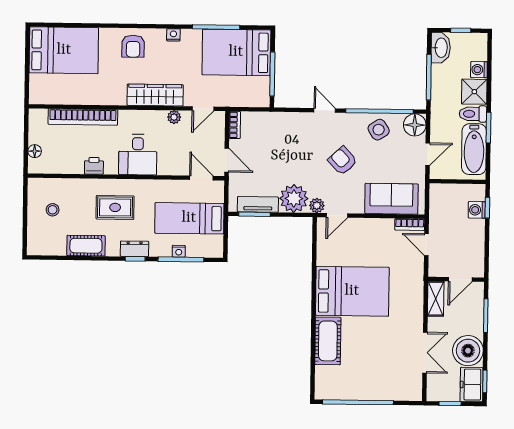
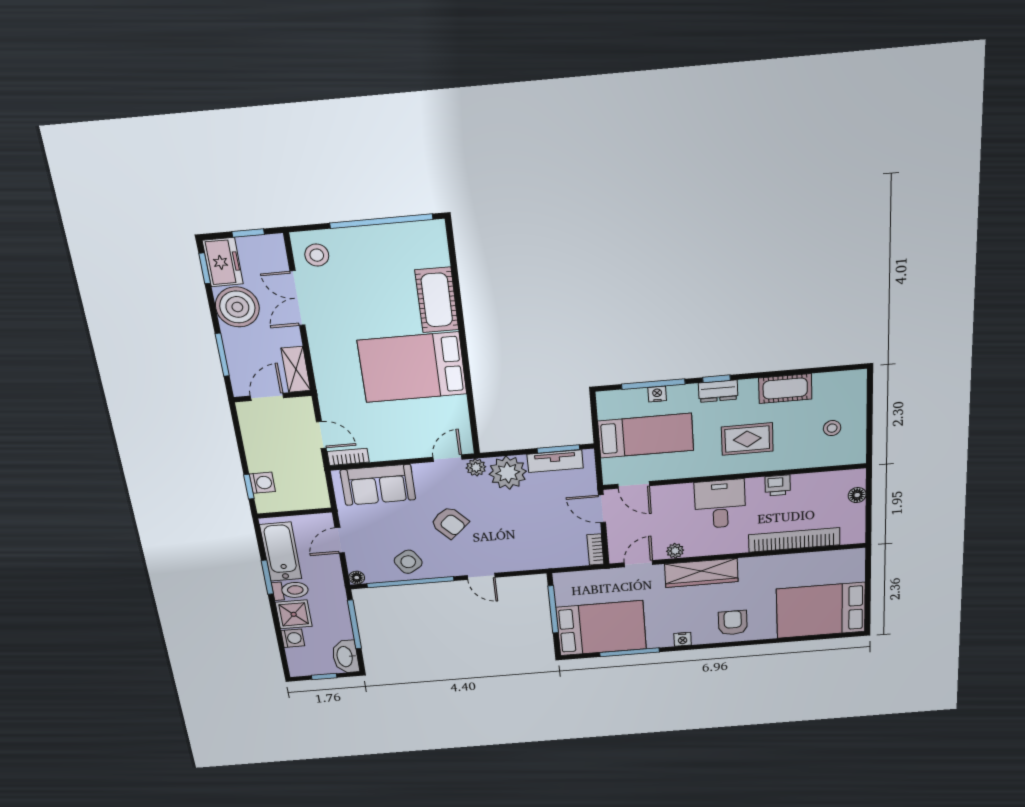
floor lamp: (415, 125) -> (357, 578), width x0.53, depth x0.53
stool: (406, 383) -> (317, 255), added

